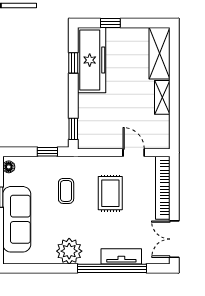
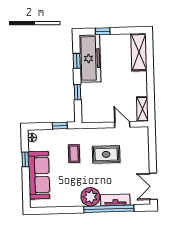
shelving: (162, 97) -> (142, 109), moved
window: (73, 129) -> (78, 92), moved
bookcase: (163, 188) -> (144, 149), removed
rug: (110, 193) -> (106, 154), turned 90
plant: (69, 251) -> (90, 197), moved

